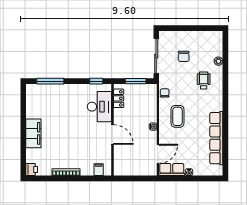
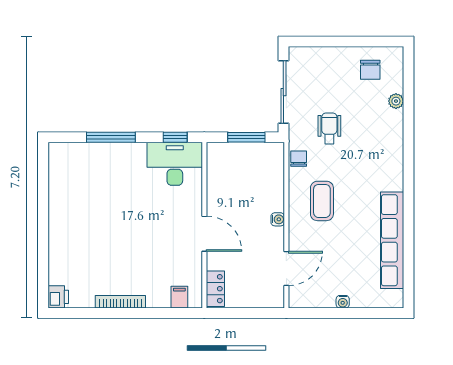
chair: (184, 56) -> (370, 70), moved
window: (50, 81) -> (111, 137), moved
wheelchair: (204, 81) -> (329, 128), moved
locker: (119, 98) -> (215, 289), moved
desk: (99, 107) -> (175, 164), moved, turned -90
filing cabinet: (33, 133) -> (62, 232), removed
row of seats: (172, 170) -> (312, 297), removed

